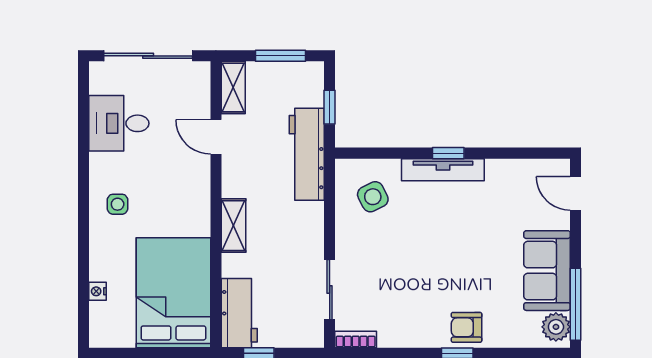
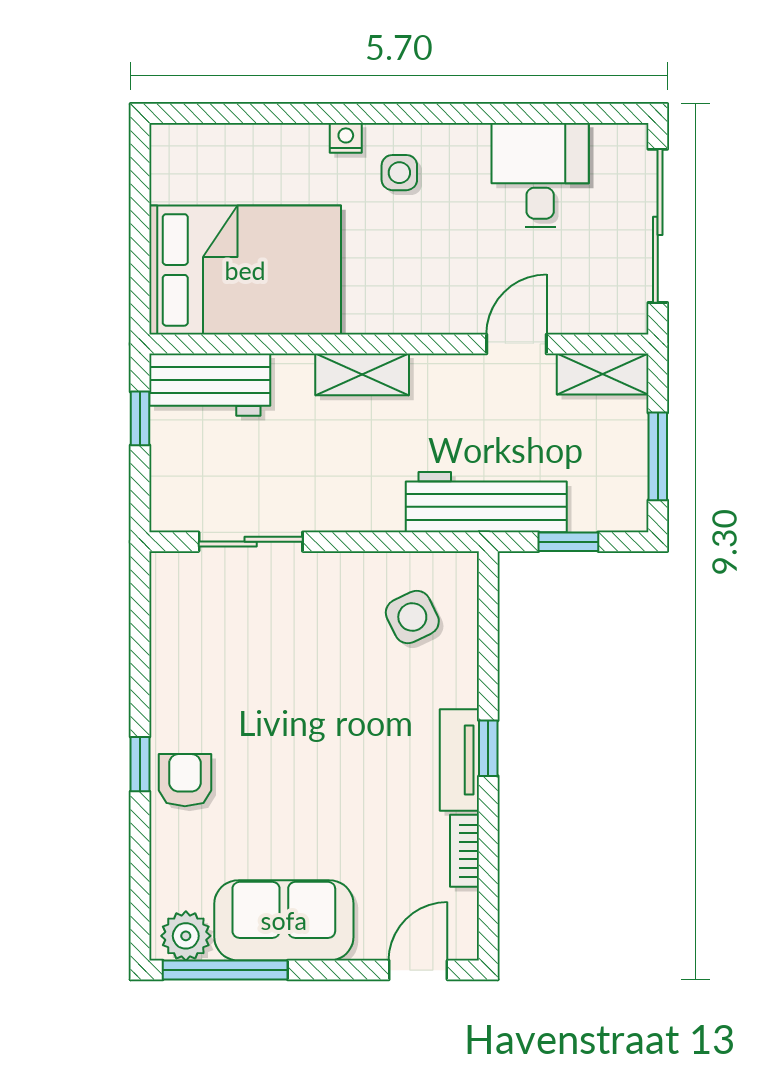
tv unit: (443, 170) -> (459, 760), width x0.71
nightstand: (98, 291) -> (346, 138), moved
bookcase: (356, 340) -> (464, 851), moved, turned 180

